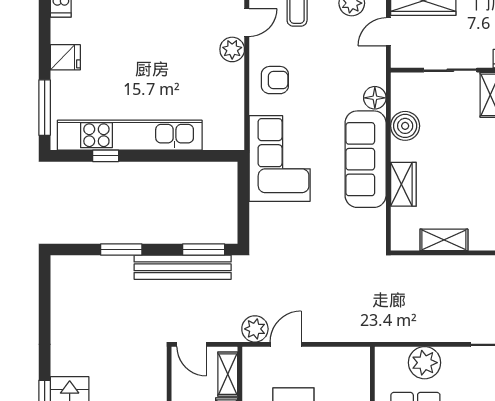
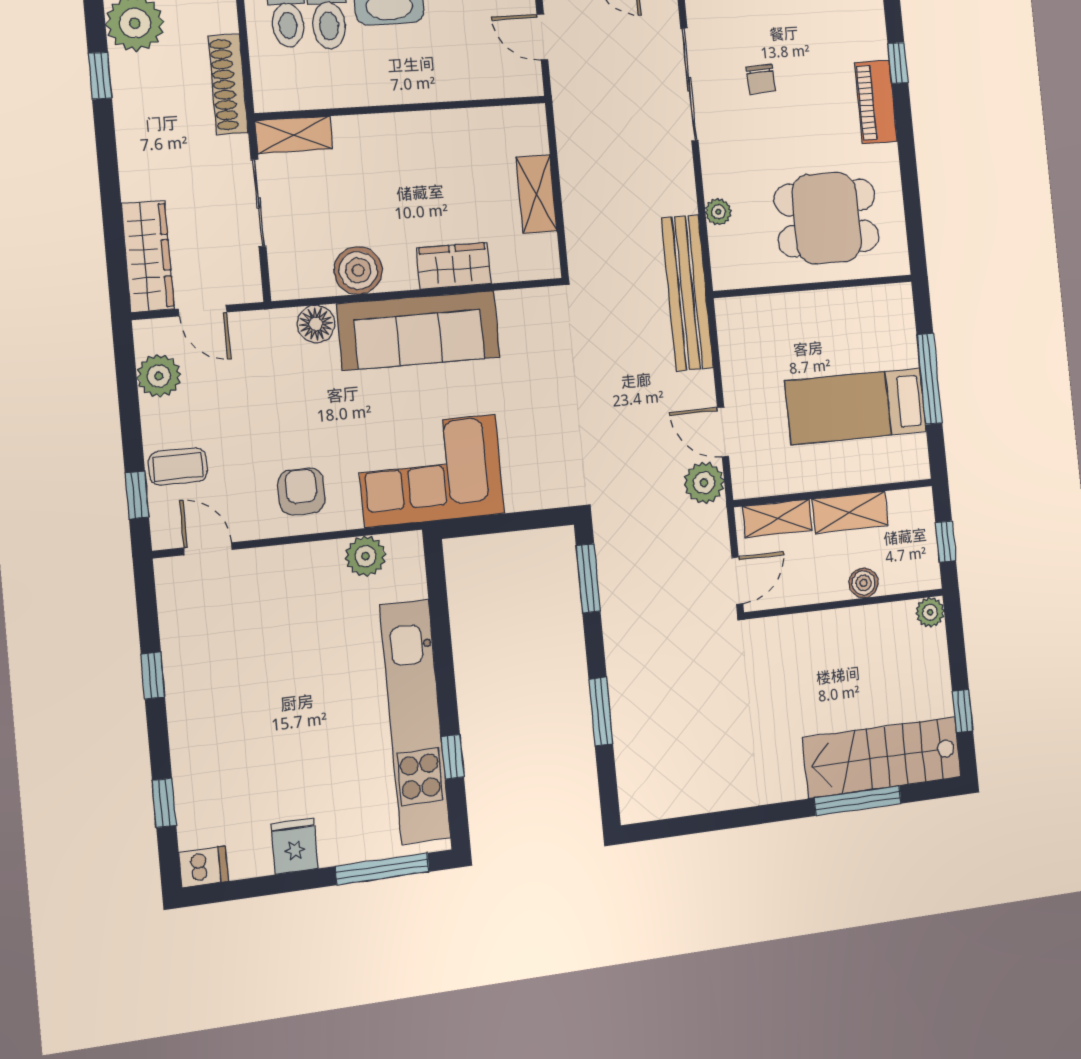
plant: (232, 49) -> (366, 556), moved
bench: (183, 267) -> (687, 293), moved
plant: (425, 363) -> (718, 212), width x0.53, depth x0.53

